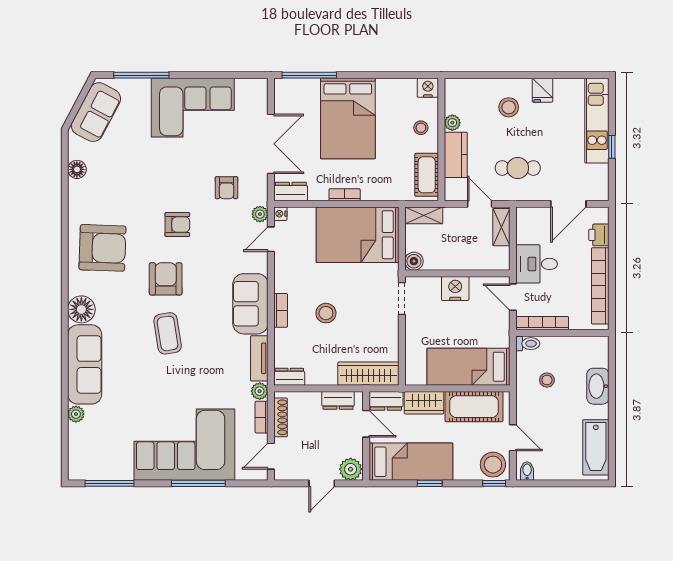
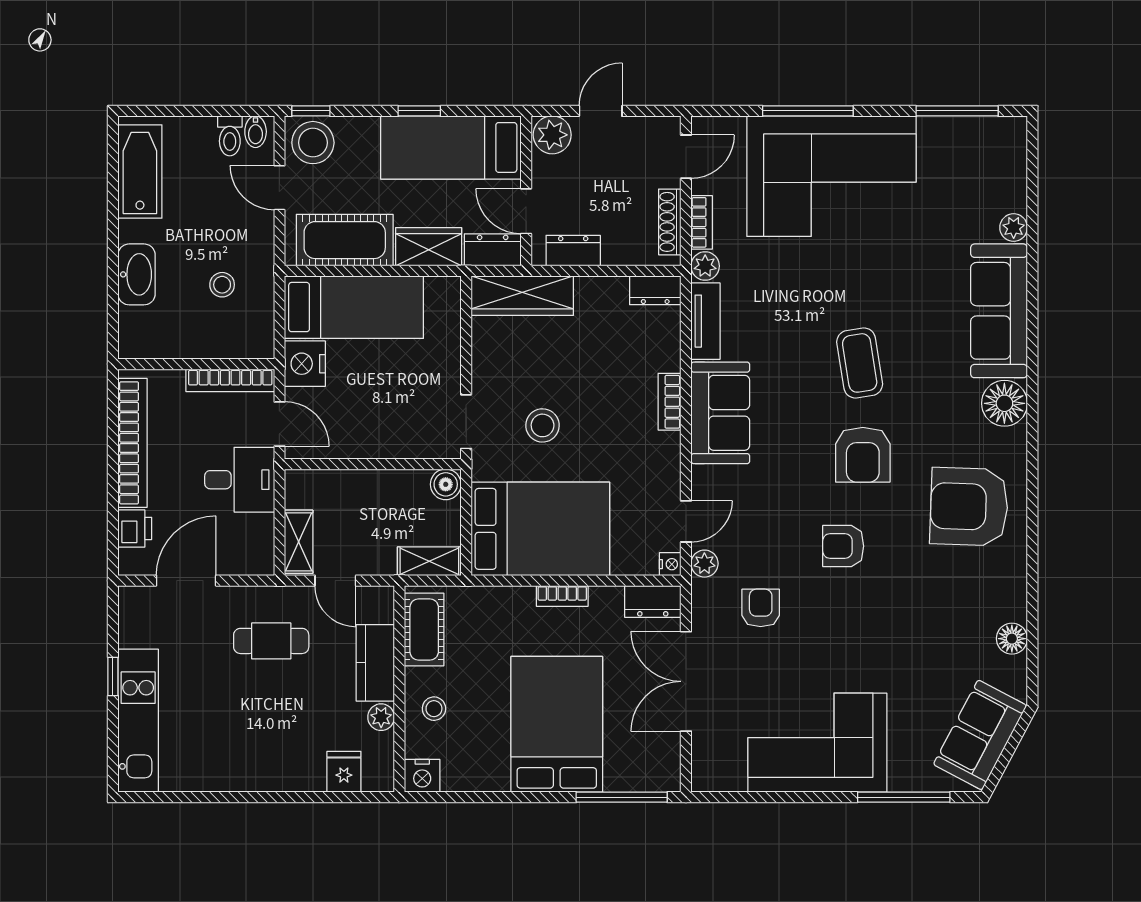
fridge: (542, 90) -> (344, 772), moved
stool: (509, 107) -> (286, 743), removed
nightstand: (455, 288) -> (305, 364), moved, turned 90
stool: (326, 313) -> (543, 425), moved
toilet: (528, 344) -> (230, 136), moved, turned -90

